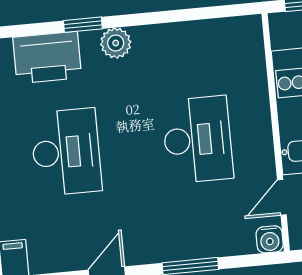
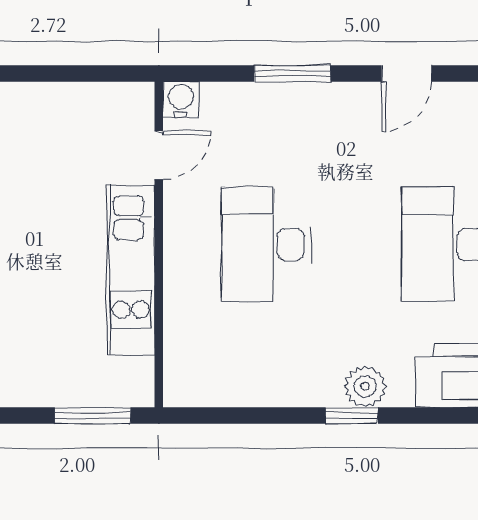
window: (83, 25) -> (352, 416), moved

